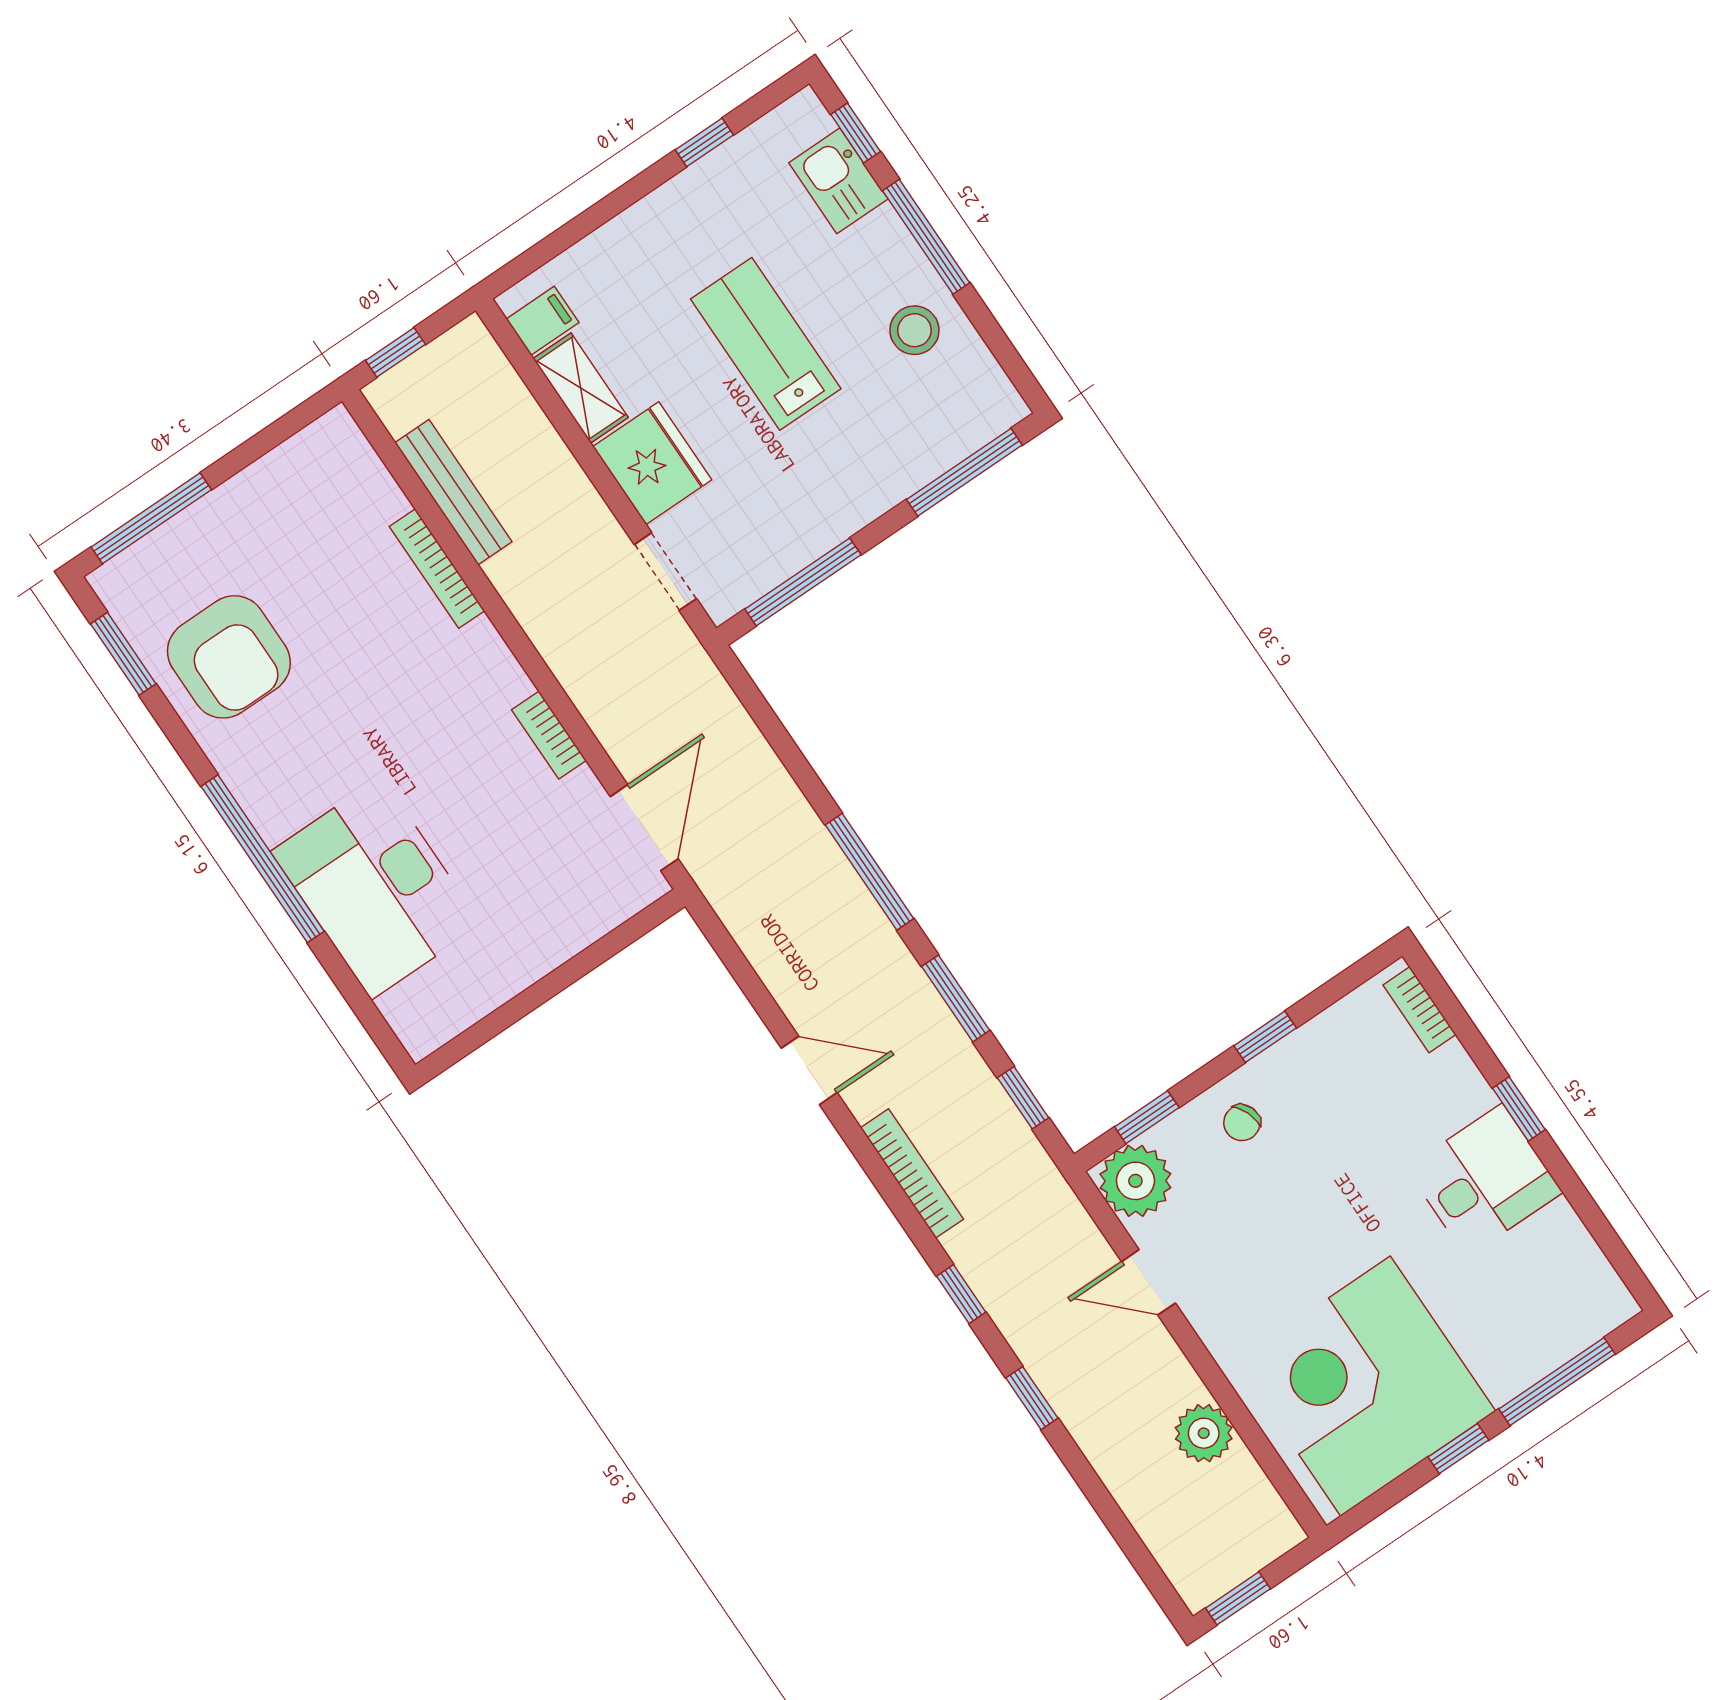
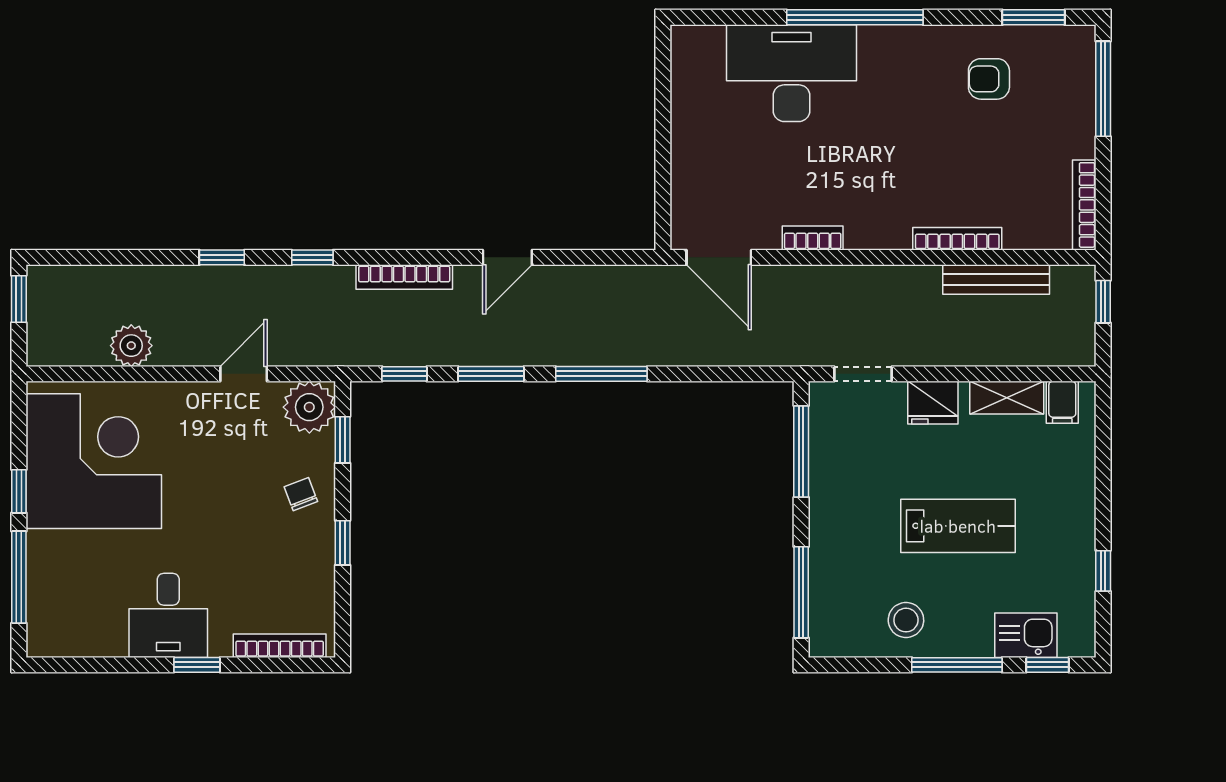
bookcase: (299, 449) -> (1084, 205), added
fridge: (652, 463) -> (933, 403), width x0.73, depth x0.75
armchair: (229, 657) -> (989, 79), width x0.53, depth x0.53
bookcase: (1419, 1010) -> (280, 646), width x1.56

